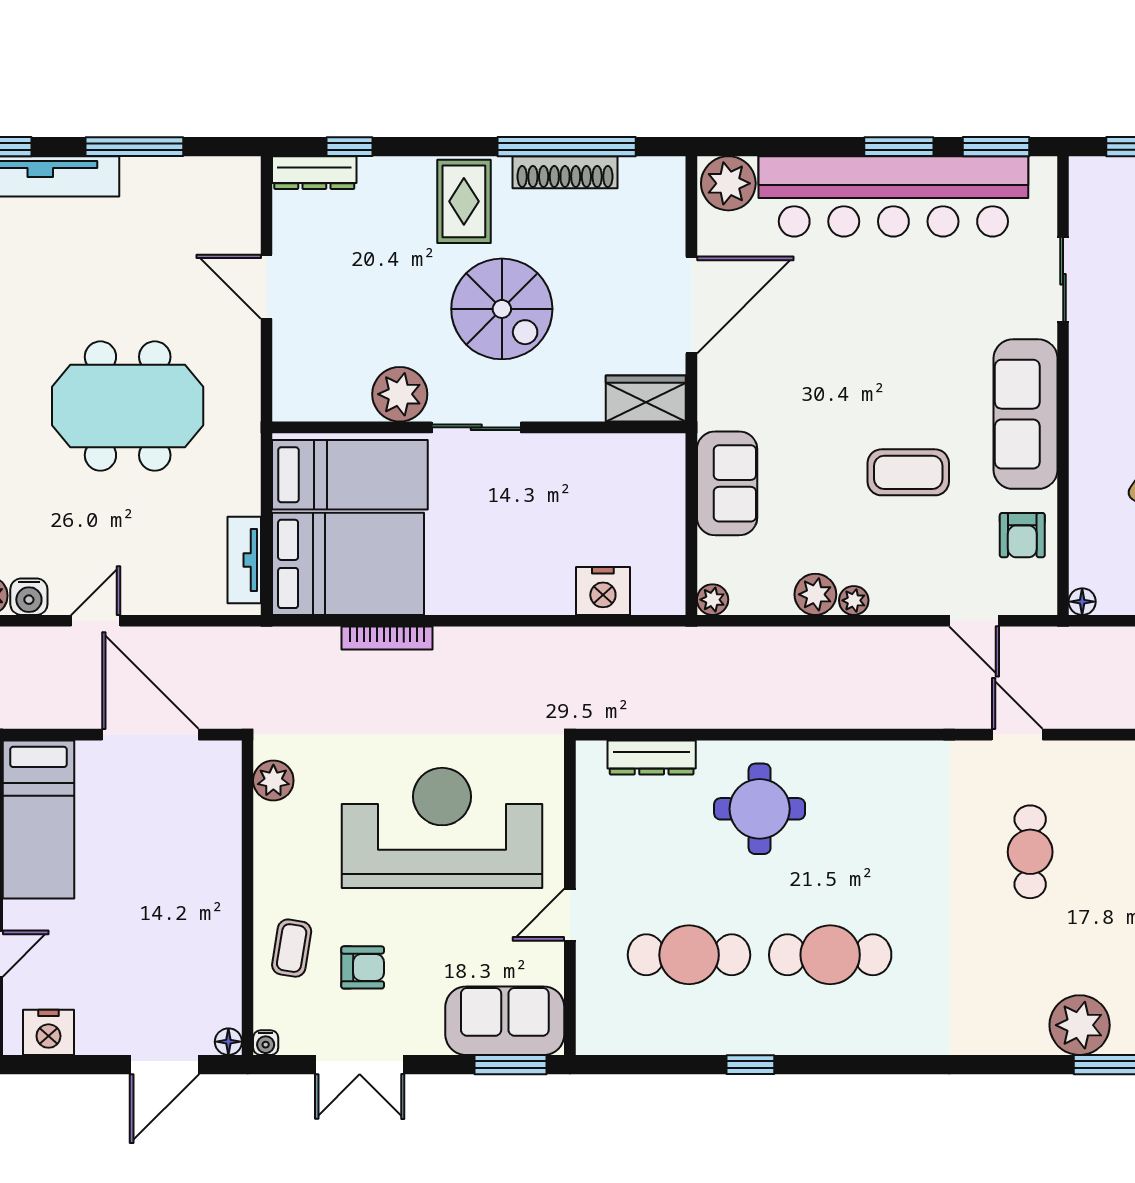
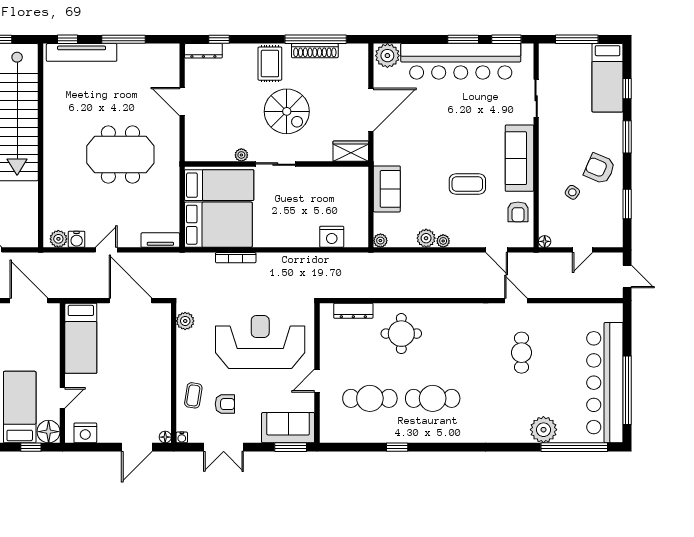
plant: (400, 394) -> (241, 155), width x0.53, depth x0.53
tv unit: (244, 560) -> (160, 240), moved, turned 90

